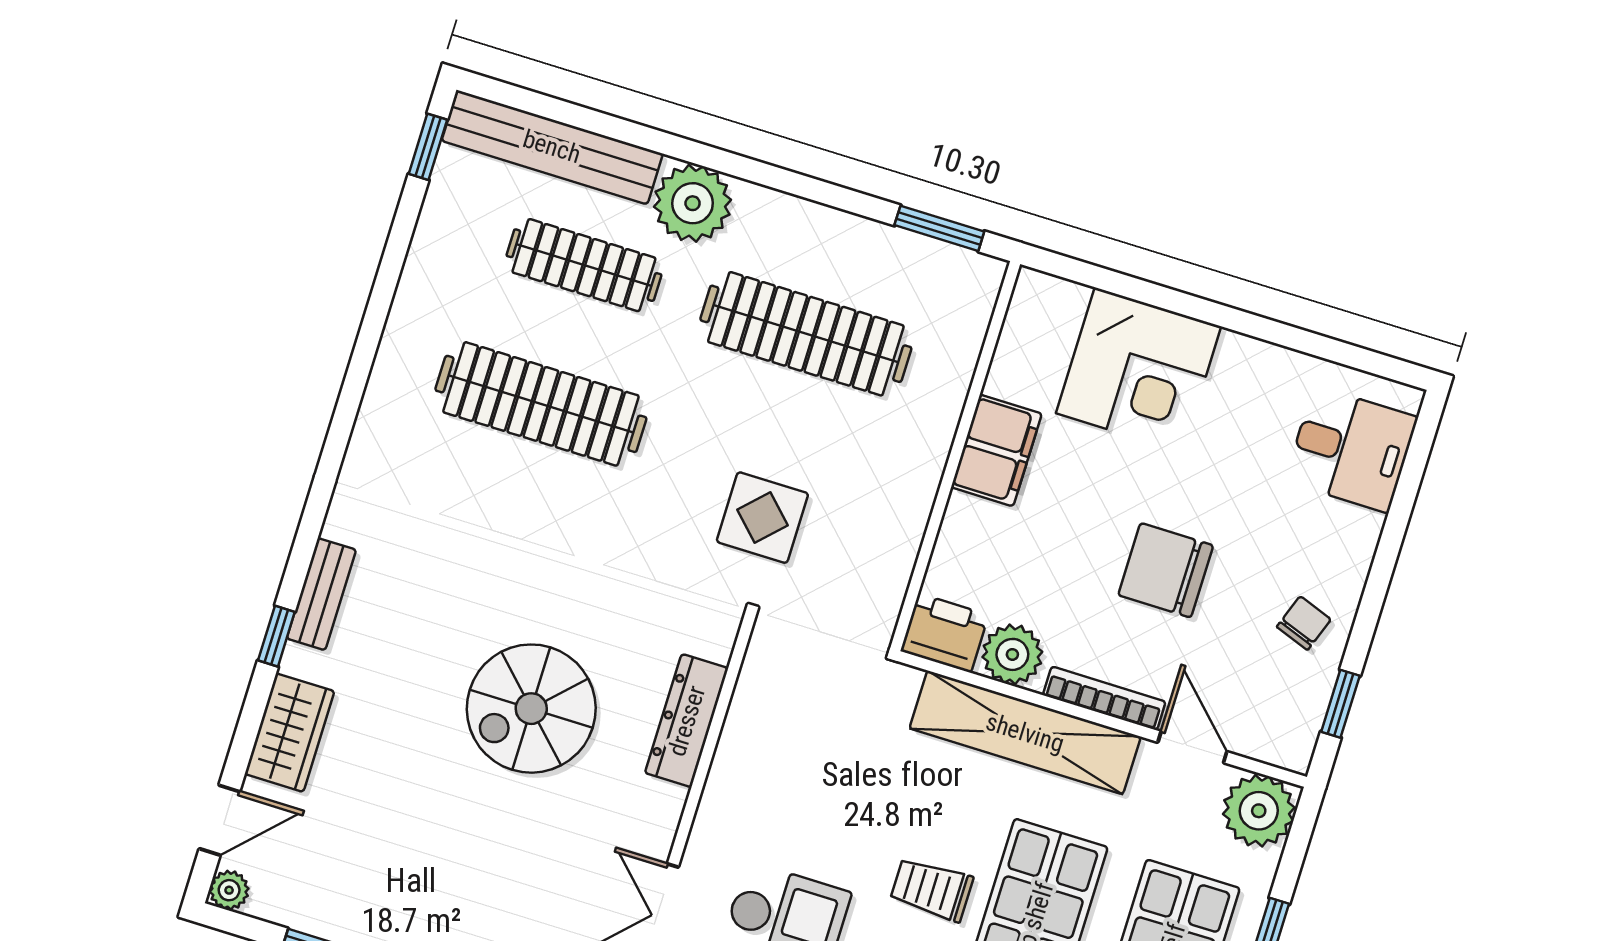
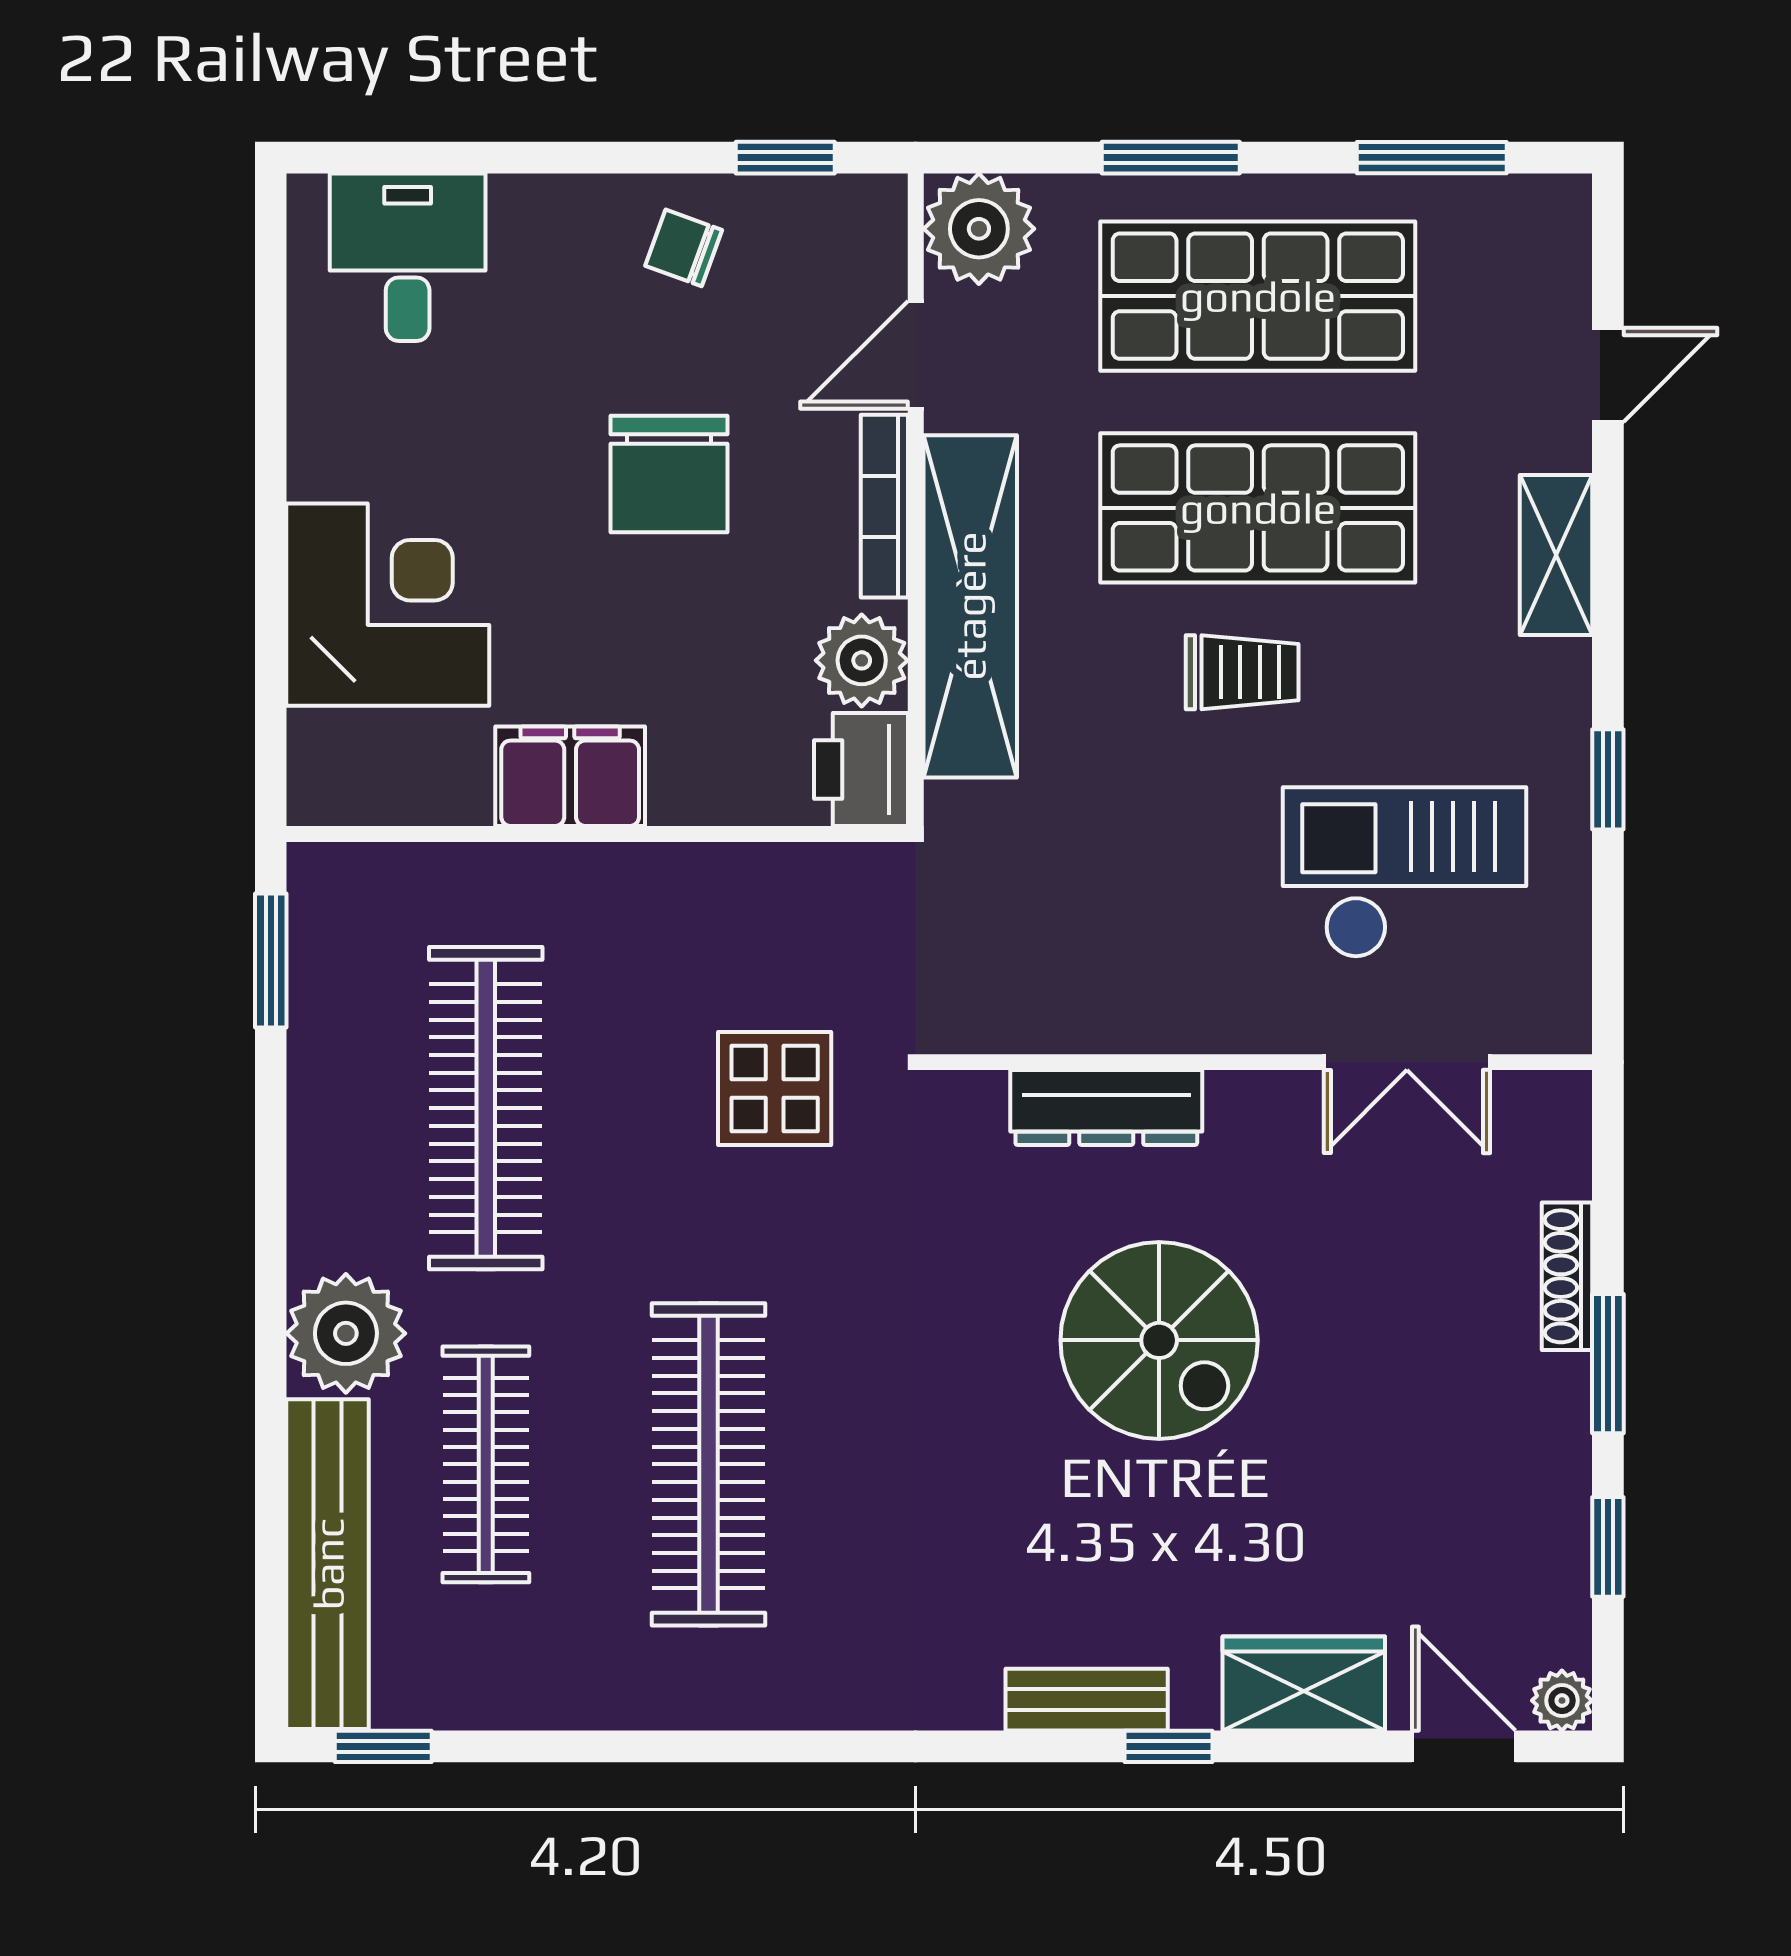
trolley: (932, 889) -> (1242, 672), turned -90

